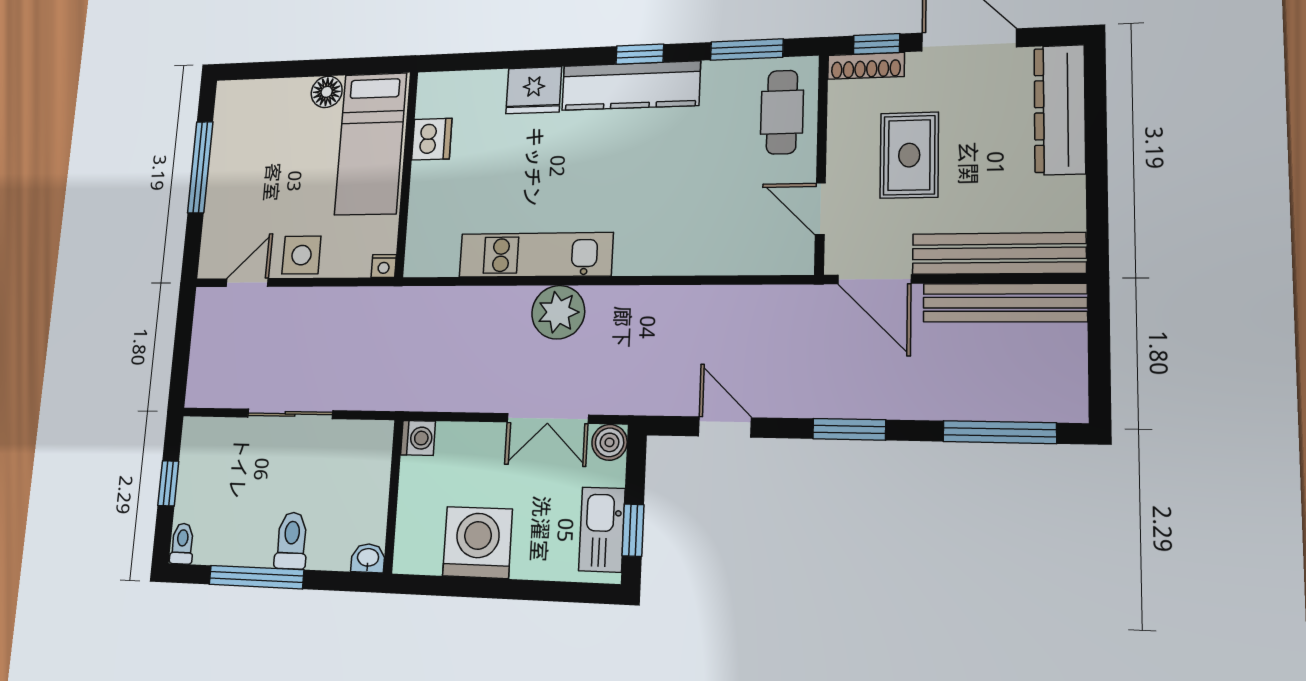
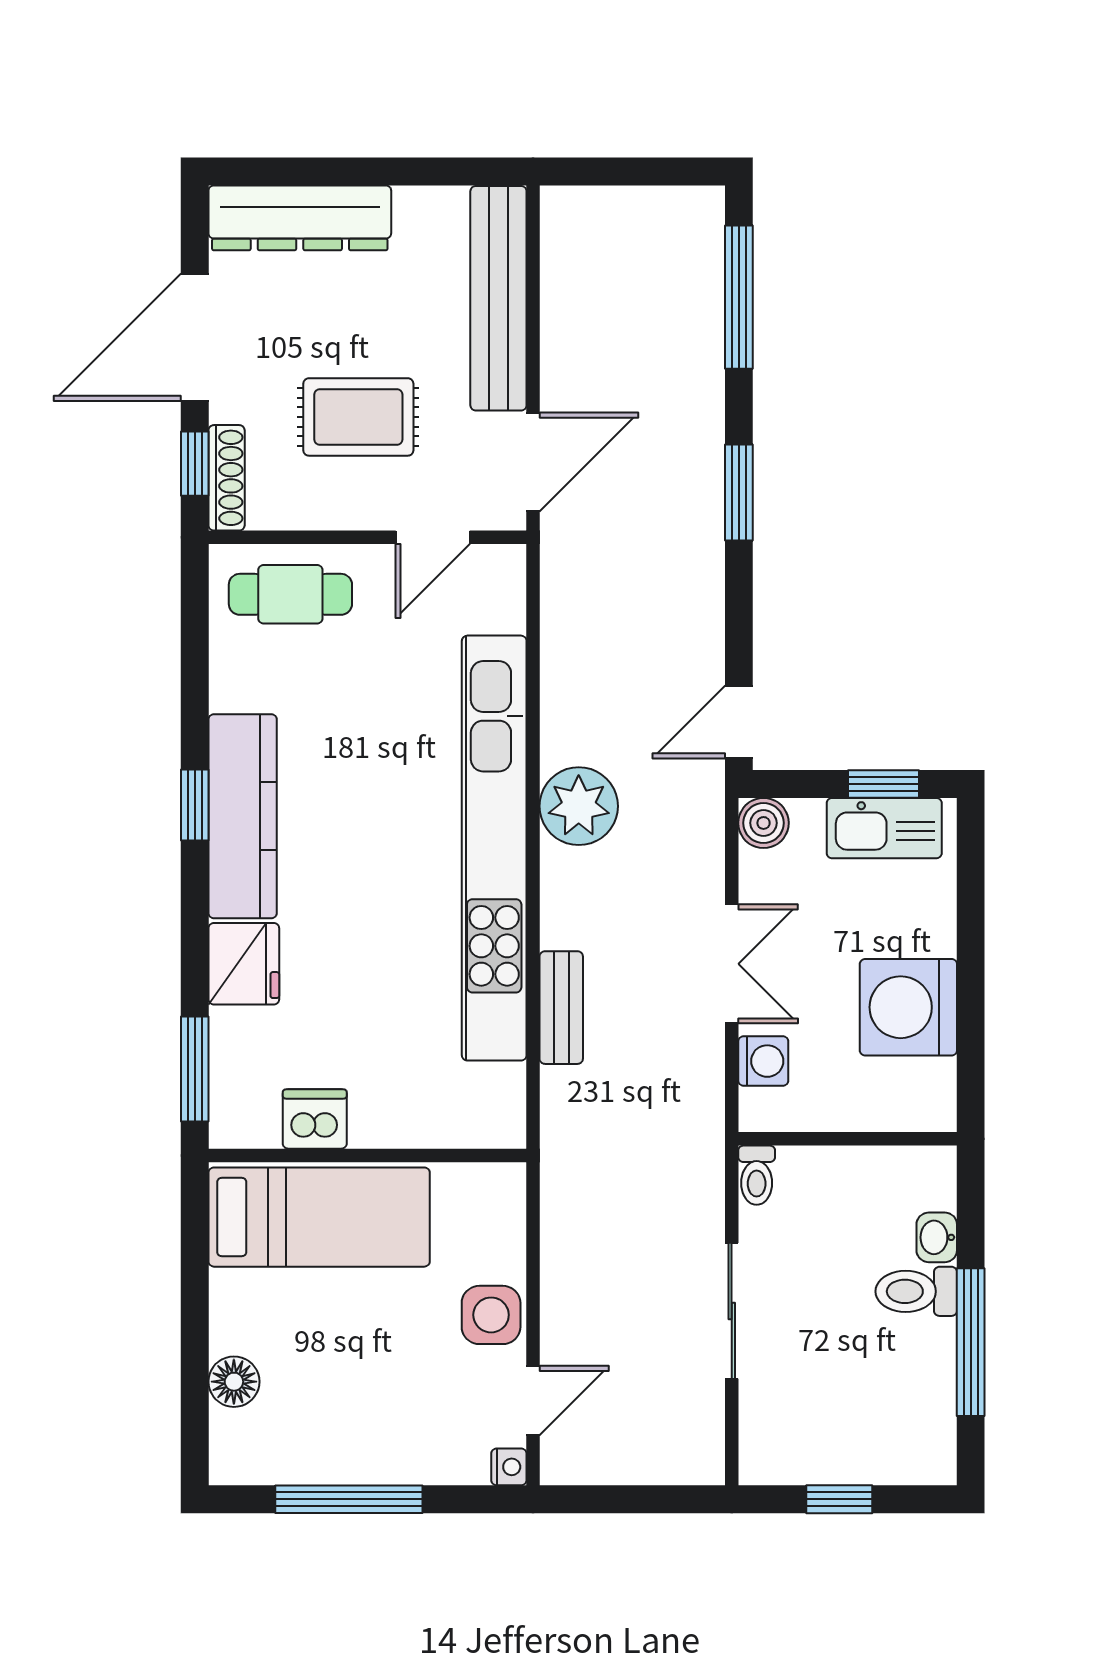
window: (747, 50) -> (195, 1069), moved
floor lamp: (327, 92) -> (234, 1382), moved
kitchen unit: (536, 255) -> (494, 848), width x1.86
nightstand: (384, 266) -> (509, 1467), moved
door: (247, 283) -> (533, 1400), swing flipped
bench: (1004, 303) -> (561, 1008), moved, width x0.54, depth x0.82
plant: (558, 312) -> (579, 806), moved
double door: (548, 419) -> (732, 964), moved
door: (725, 427) -> (739, 722), moved
washing machine: (418, 438) -> (763, 1061), moved, turned 90
toilet: (182, 544) -> (757, 1175), moved, turned -90
washbasin: (368, 558) -> (937, 1237), moved

